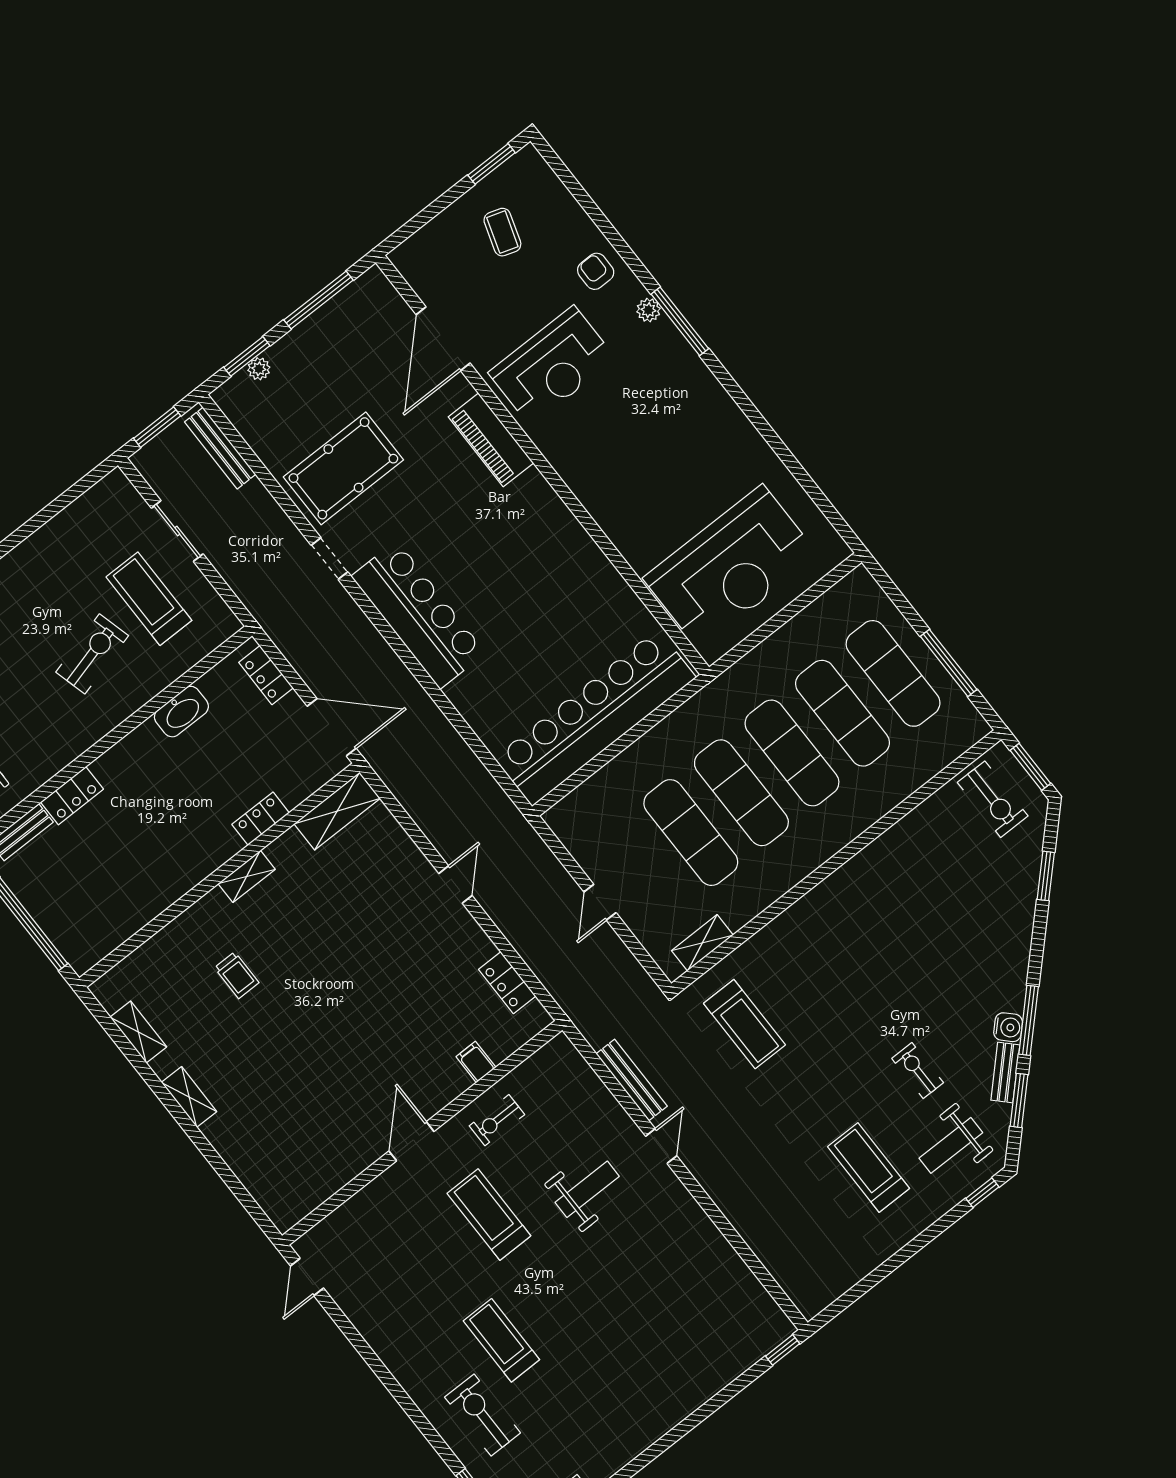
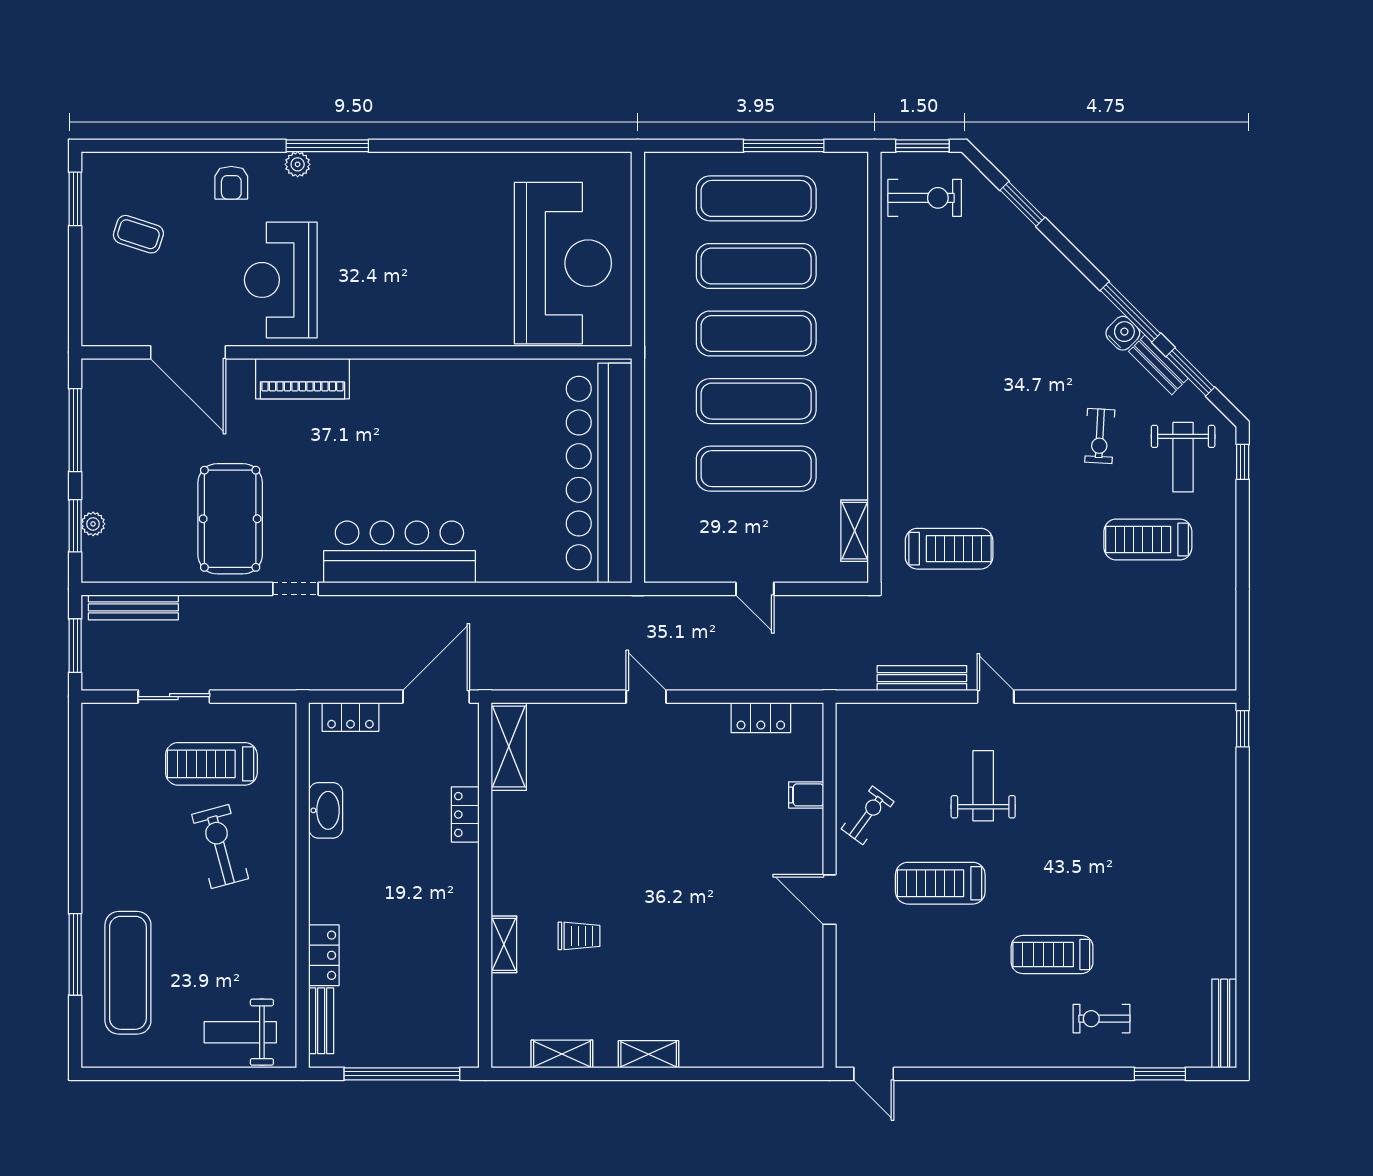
armchair: (596, 271) -> (231, 183), turned -90
reception desk: (552, 366) -> (281, 280), turned 180
shelving: (247, 876) -> (504, 944), moved
exercise bike: (918, 1071) -> (1100, 436), turned -87
exercise bike: (497, 1120) -> (868, 815), turned -144
exercise bike: (483, 1415) -> (1102, 1019), width x0.73, depth x0.72

